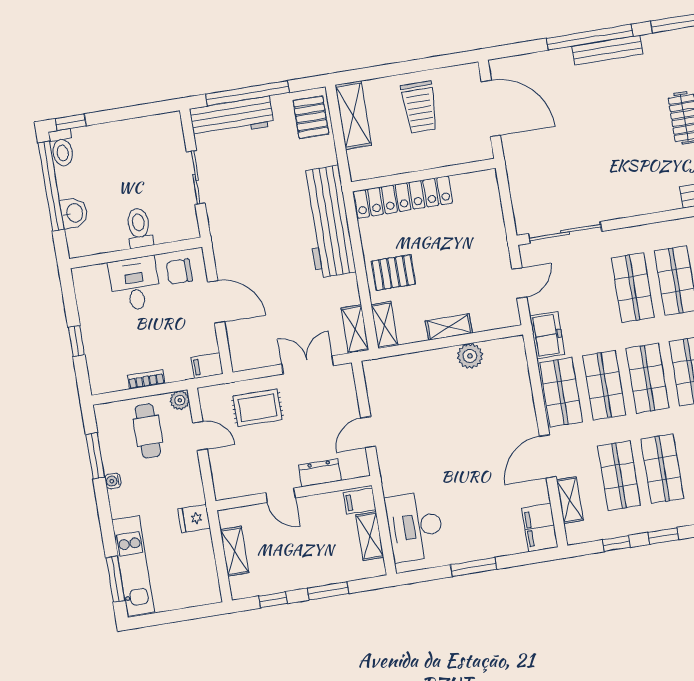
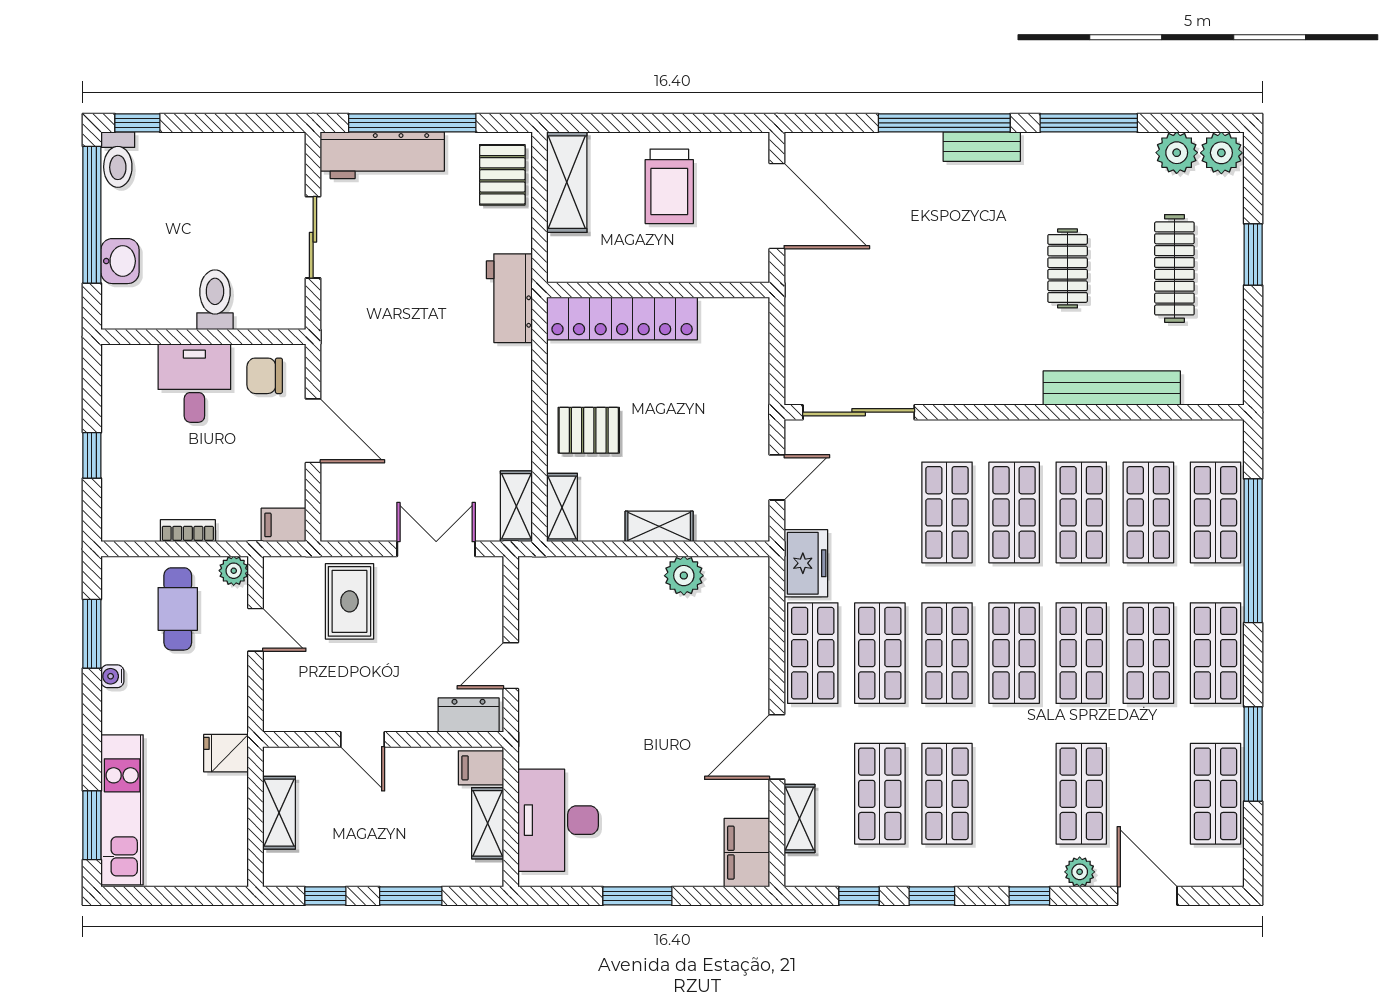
bench: (607, 50) -> (982, 147), width x0.73
workbench: (328, 222) -> (509, 298), width x0.53, depth x0.76
rug: (257, 408) -> (349, 601), turned 90
dresser: (320, 473) -> (469, 715), moved

